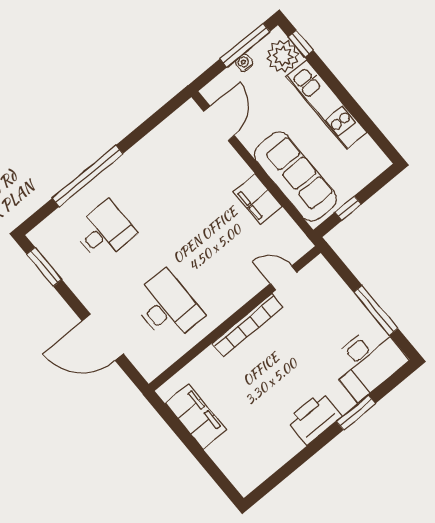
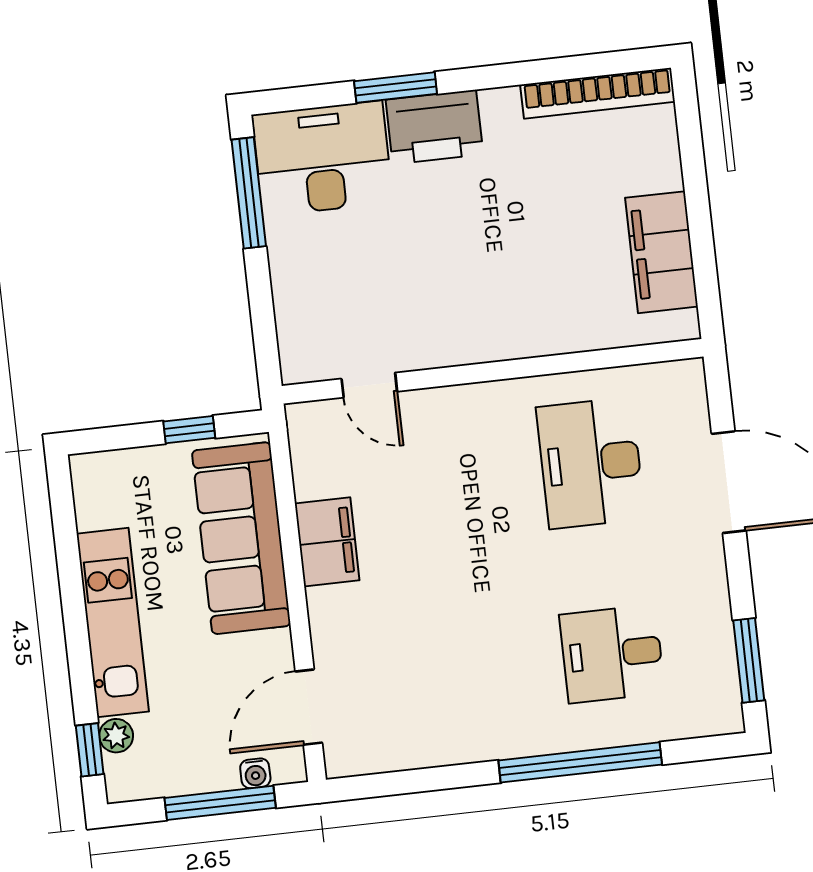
window: (245, 45) -> (220, 803), moved
plant: (283, 56) -> (116, 736), width x0.53, depth x0.53
water cooler: (244, 63) -> (255, 773), moved
window: (376, 310) -> (249, 193), moved
bookcase: (247, 325) -> (598, 93), moved, turned 180
printer: (314, 418) -> (434, 127), moved

